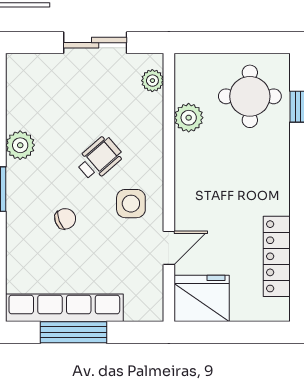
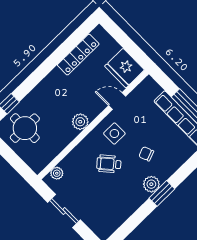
plant: (189, 118) -> (80, 122), moved
plant: (20, 145) -> (151, 184), moved

